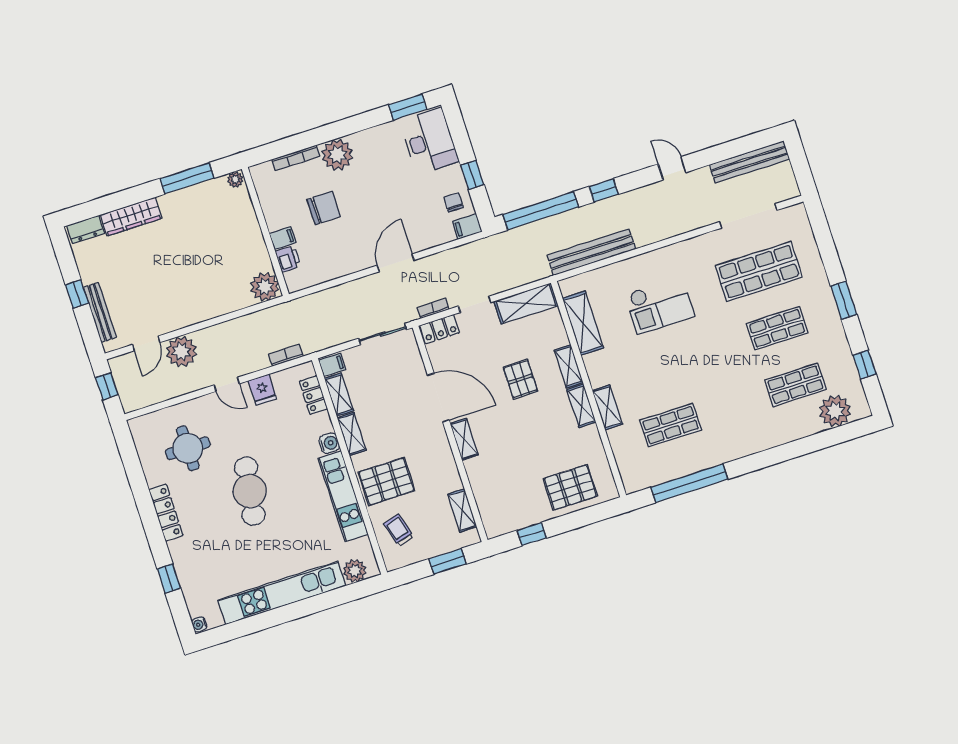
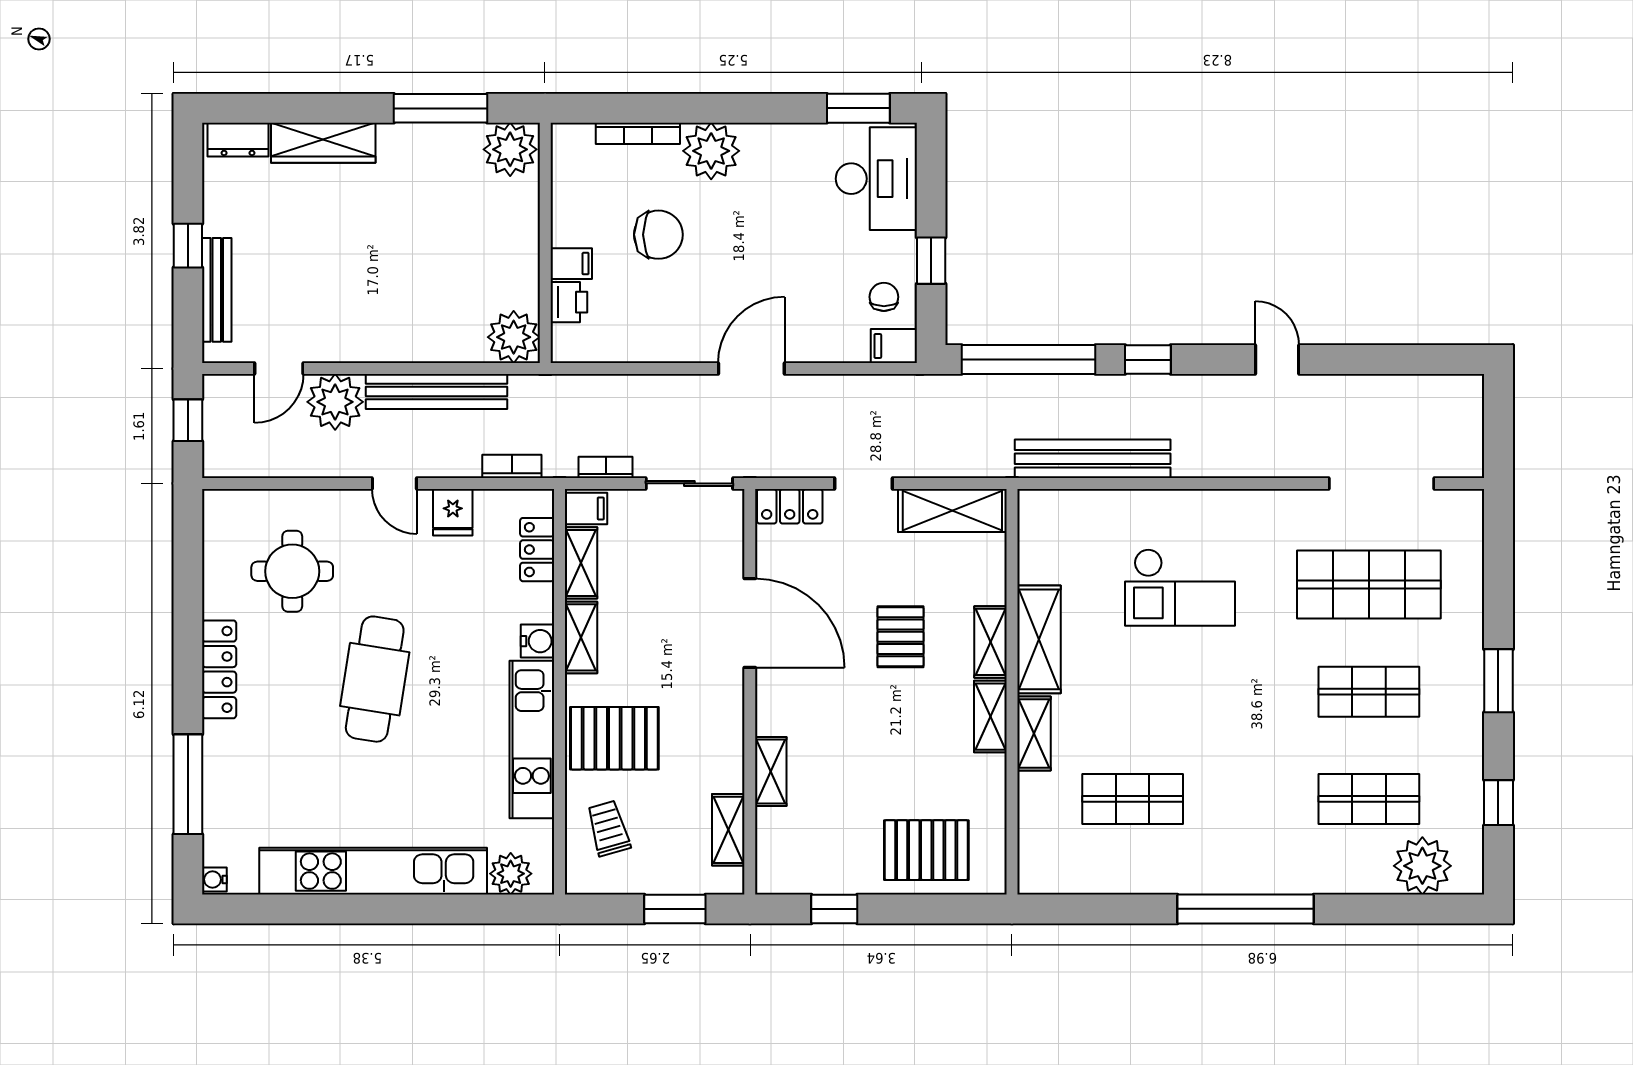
bench: (749, 162) -> (436, 392), moved
plant: (235, 179) -> (510, 149), width x1.88, depth x1.88
bookcase: (433, 308) -> (606, 467), moved
shelving: (583, 323) -> (1039, 639), moved
shelving: (464, 439) -> (771, 772), moved
window: (689, 483) -> (1245, 909), moved
window: (169, 579) -> (188, 784), width x2.17

